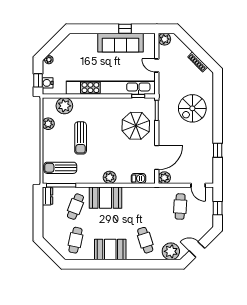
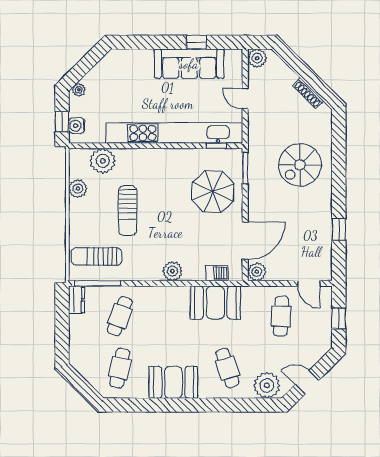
booth: (106, 198) -> (215, 303), moved

